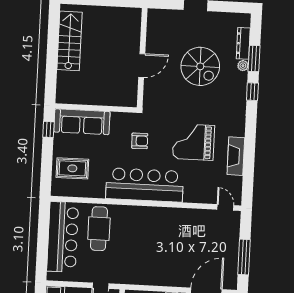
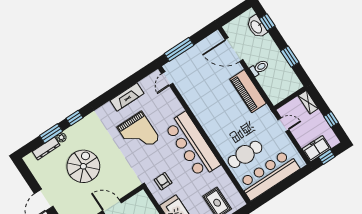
armchair: (140, 141) -> (163, 181), moved
window: (244, 257) -> (179, 49), moved
piano: (157, 275) -> (248, 91), added

